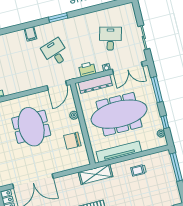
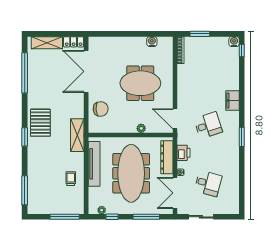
filing cabinet: (31, 34) -> (233, 101), width x2.00
chair: (72, 141) -> (101, 109), moved, turned 87

